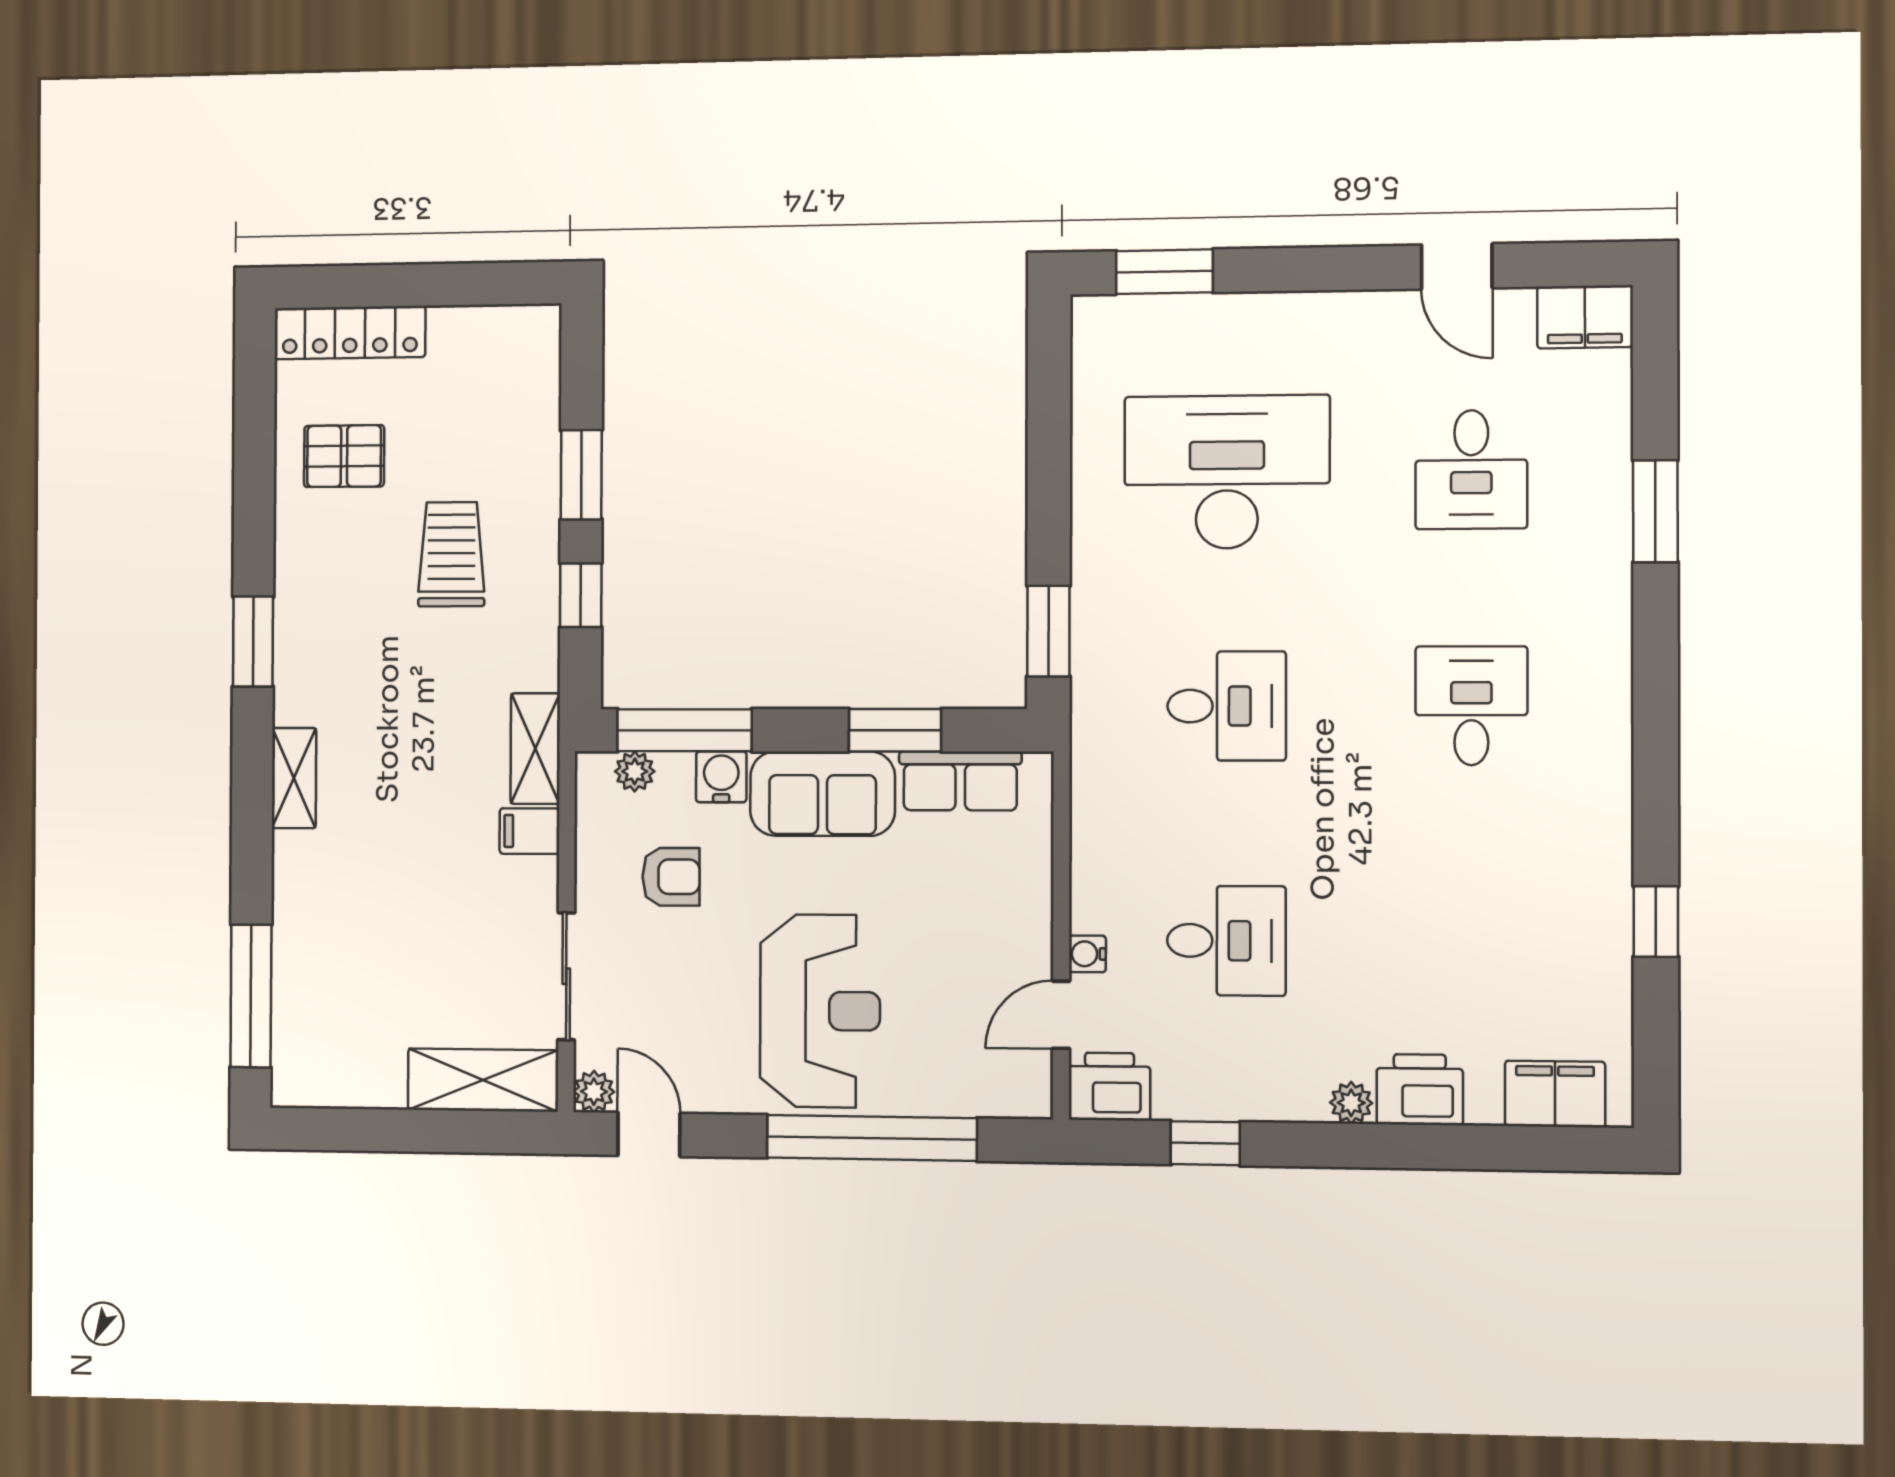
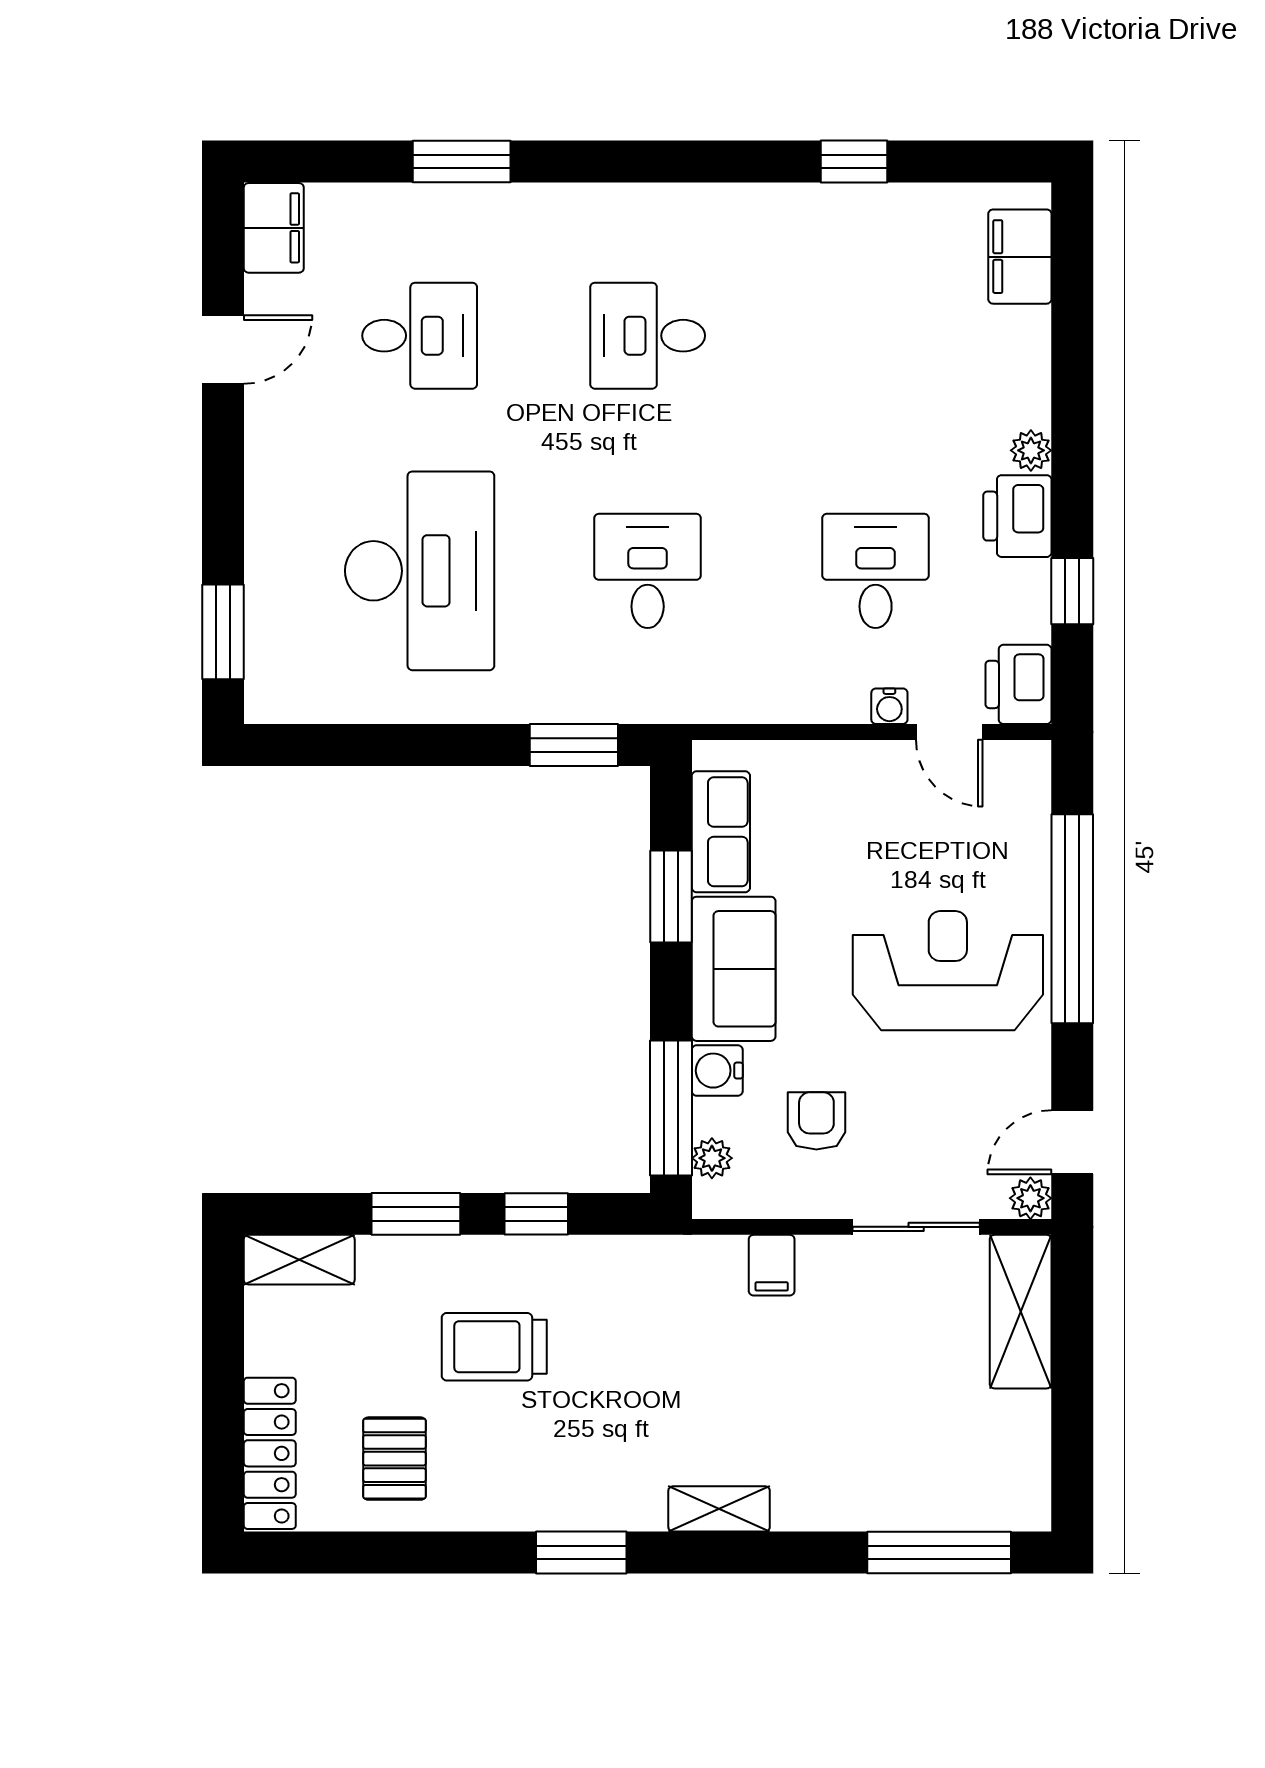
desk: (1227, 472) -> (420, 571), turned 180
shelving: (535, 749) -> (299, 1260), moved
printer: (1420, 1090) -> (1017, 516), moved

